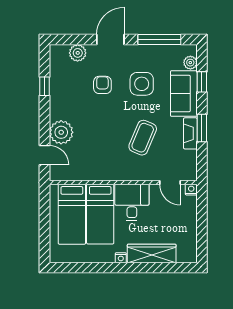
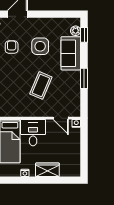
window: (159, 40) -> (53, 14), removed
window: (202, 82) -> (84, 35), moved
fireplace: (190, 133) -> (76, 82), removed
wardrobe: (152, 253) -> (47, 170), width x0.67

